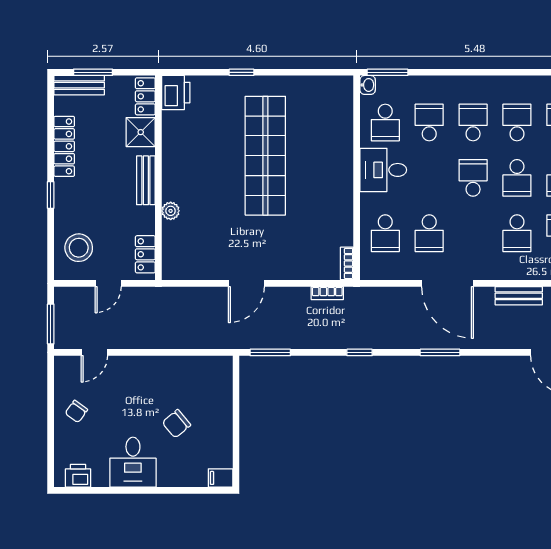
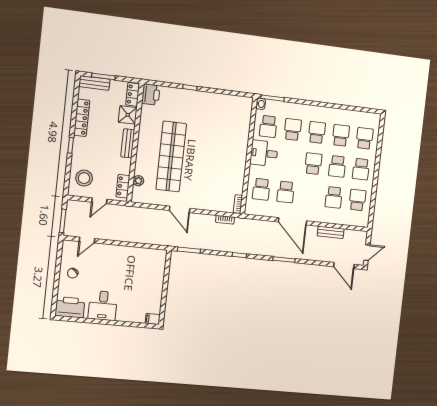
shop shelf: (265, 156) -> (171, 156), moved
plant: (171, 211) -> (138, 181), moved
door: (246, 283) -> (180, 209), hinge flipped
chair: (176, 424) -> (131, 286), removed
printer: (78, 476) -> (70, 307), width x1.87, depth x1.48

